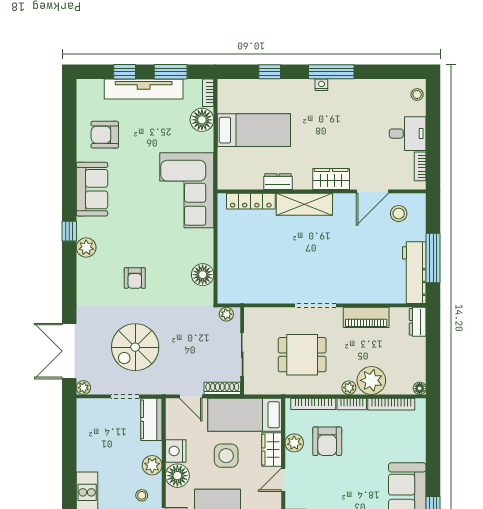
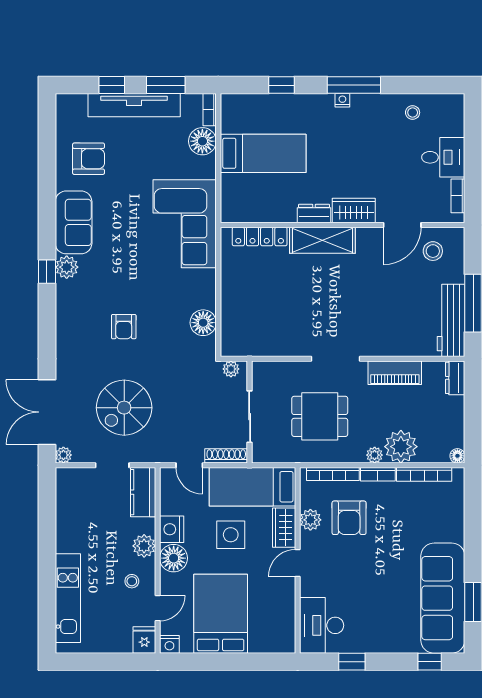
stool: (417, 95) -> (413, 112), moved
armchair: (105, 135) -> (89, 159), turned 180
dresser: (278, 182) -> (314, 214), moved
plant: (86, 248) -> (67, 267), moved

